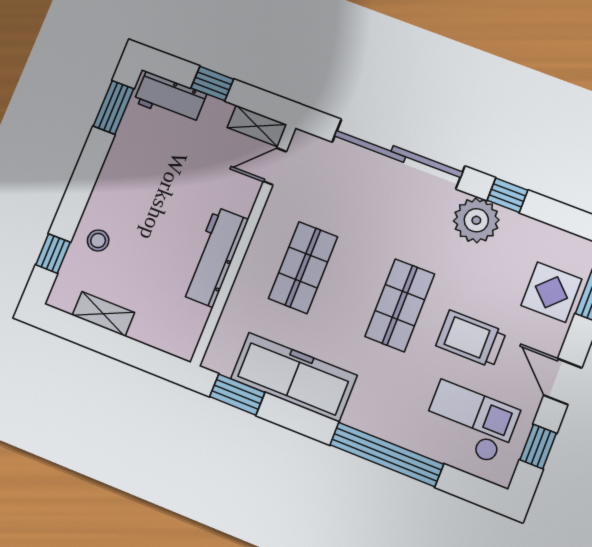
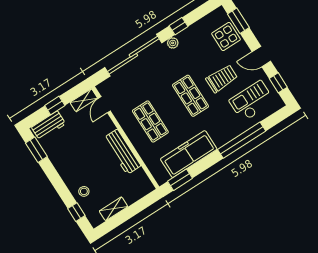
plant: (476, 220) -> (173, 43), width x0.53, depth x0.53
trolley: (471, 339) -> (222, 79), turned 180

